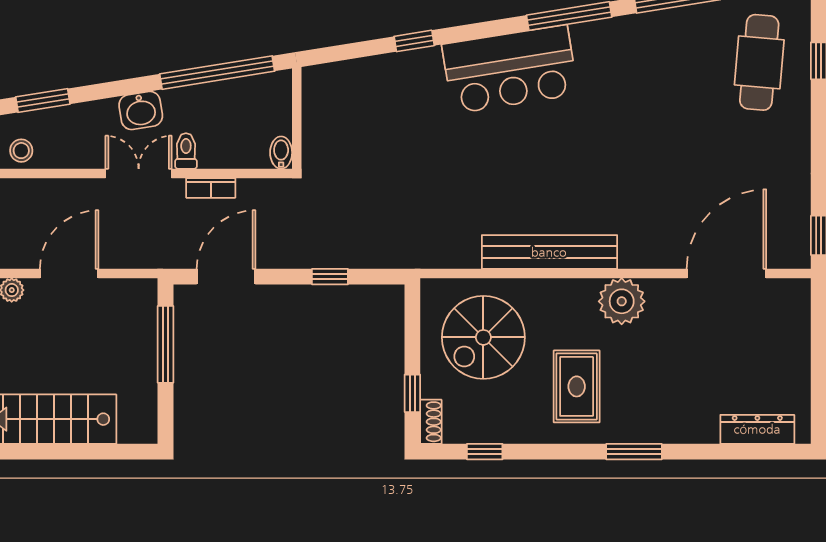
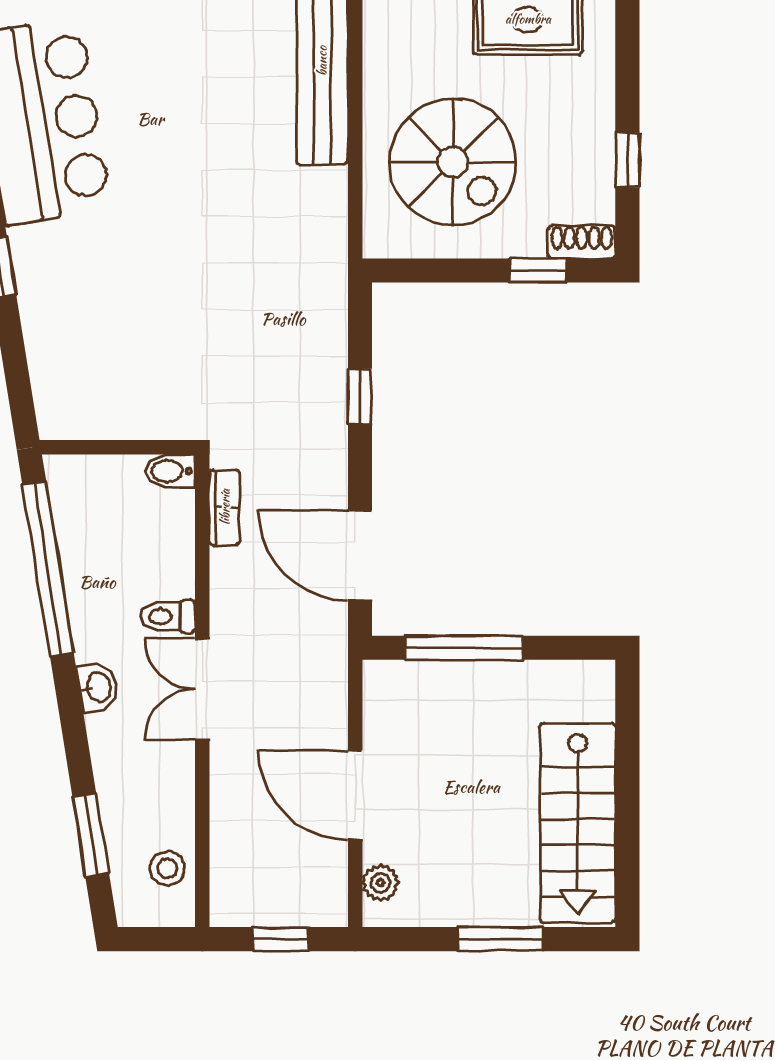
washbasin: (141, 110) -> (98, 687), width x0.72, depth x0.69
bookcase: (211, 188) -> (225, 507), moved

